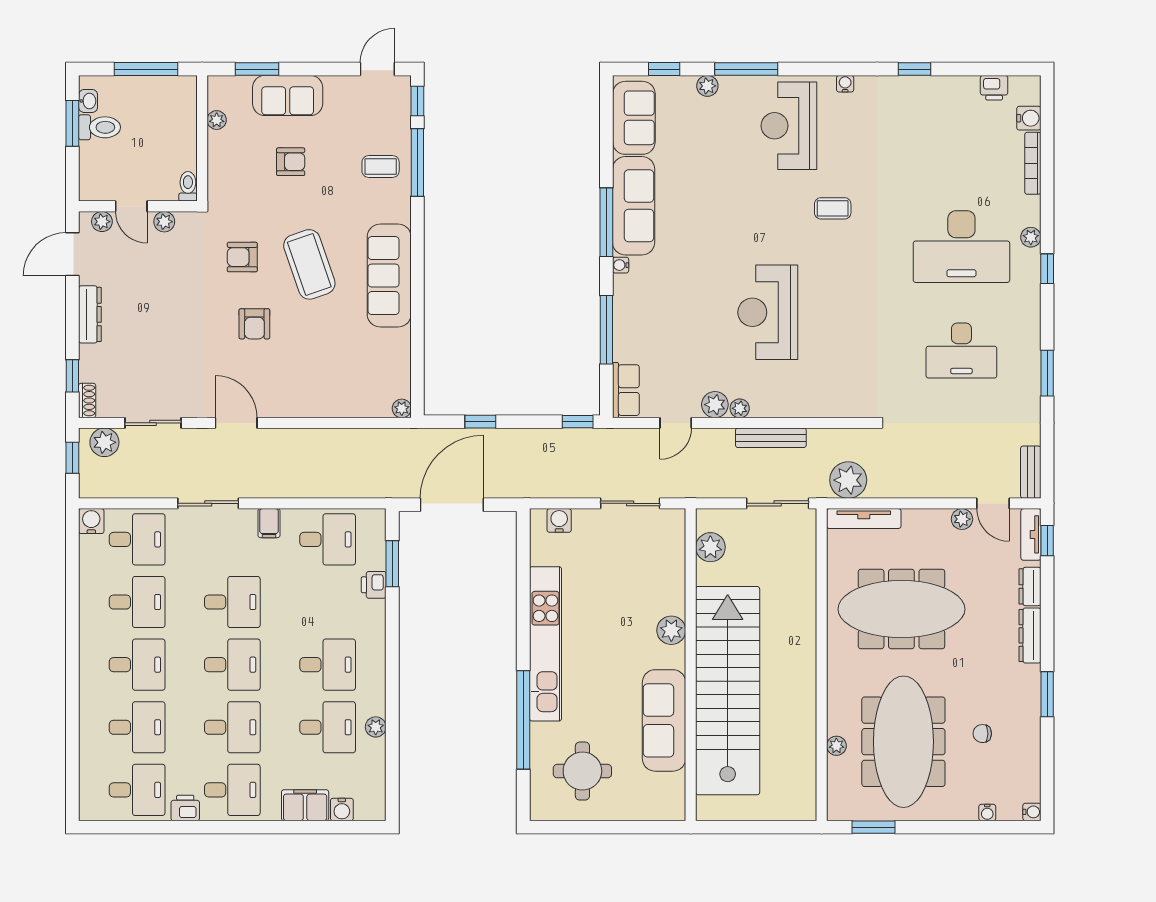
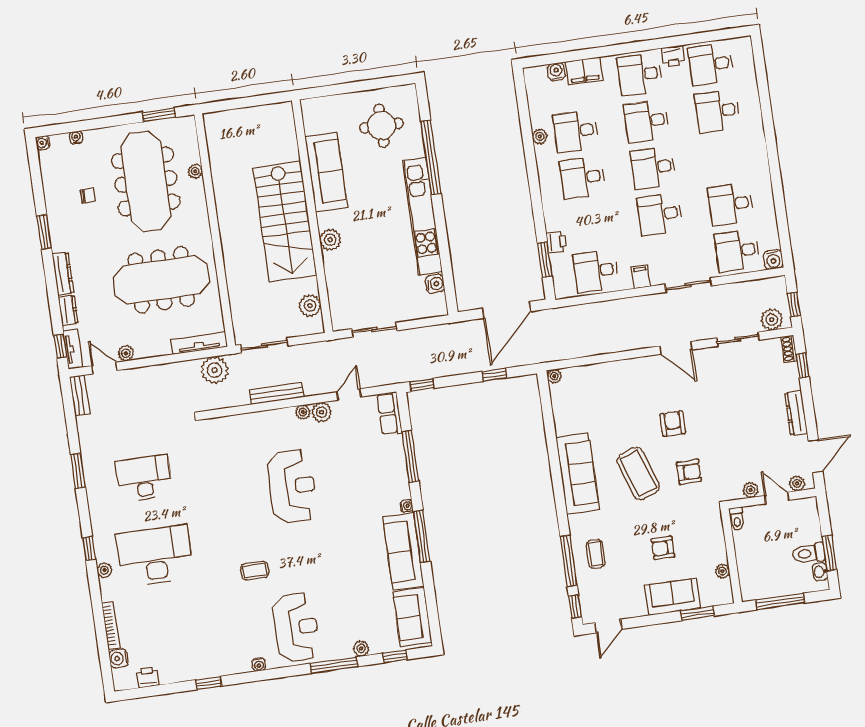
coffee table: (381, 167) -> (596, 554), turned 90
water cooler: (559, 520) -> (435, 284), moved, turned -90
desk: (137, 665) -> (724, 158), removed
stairs: (728, 691) -> (285, 221), width x0.73

